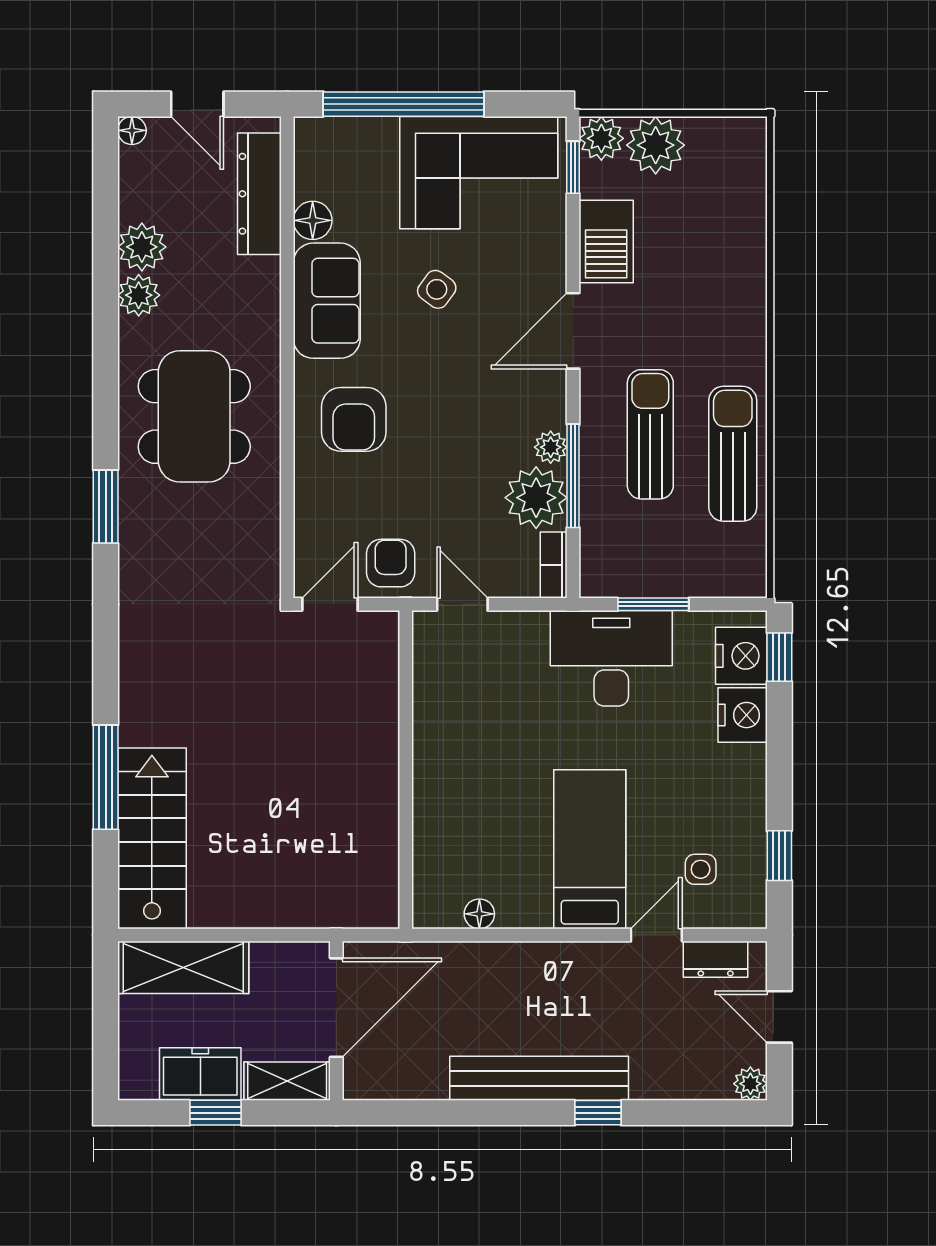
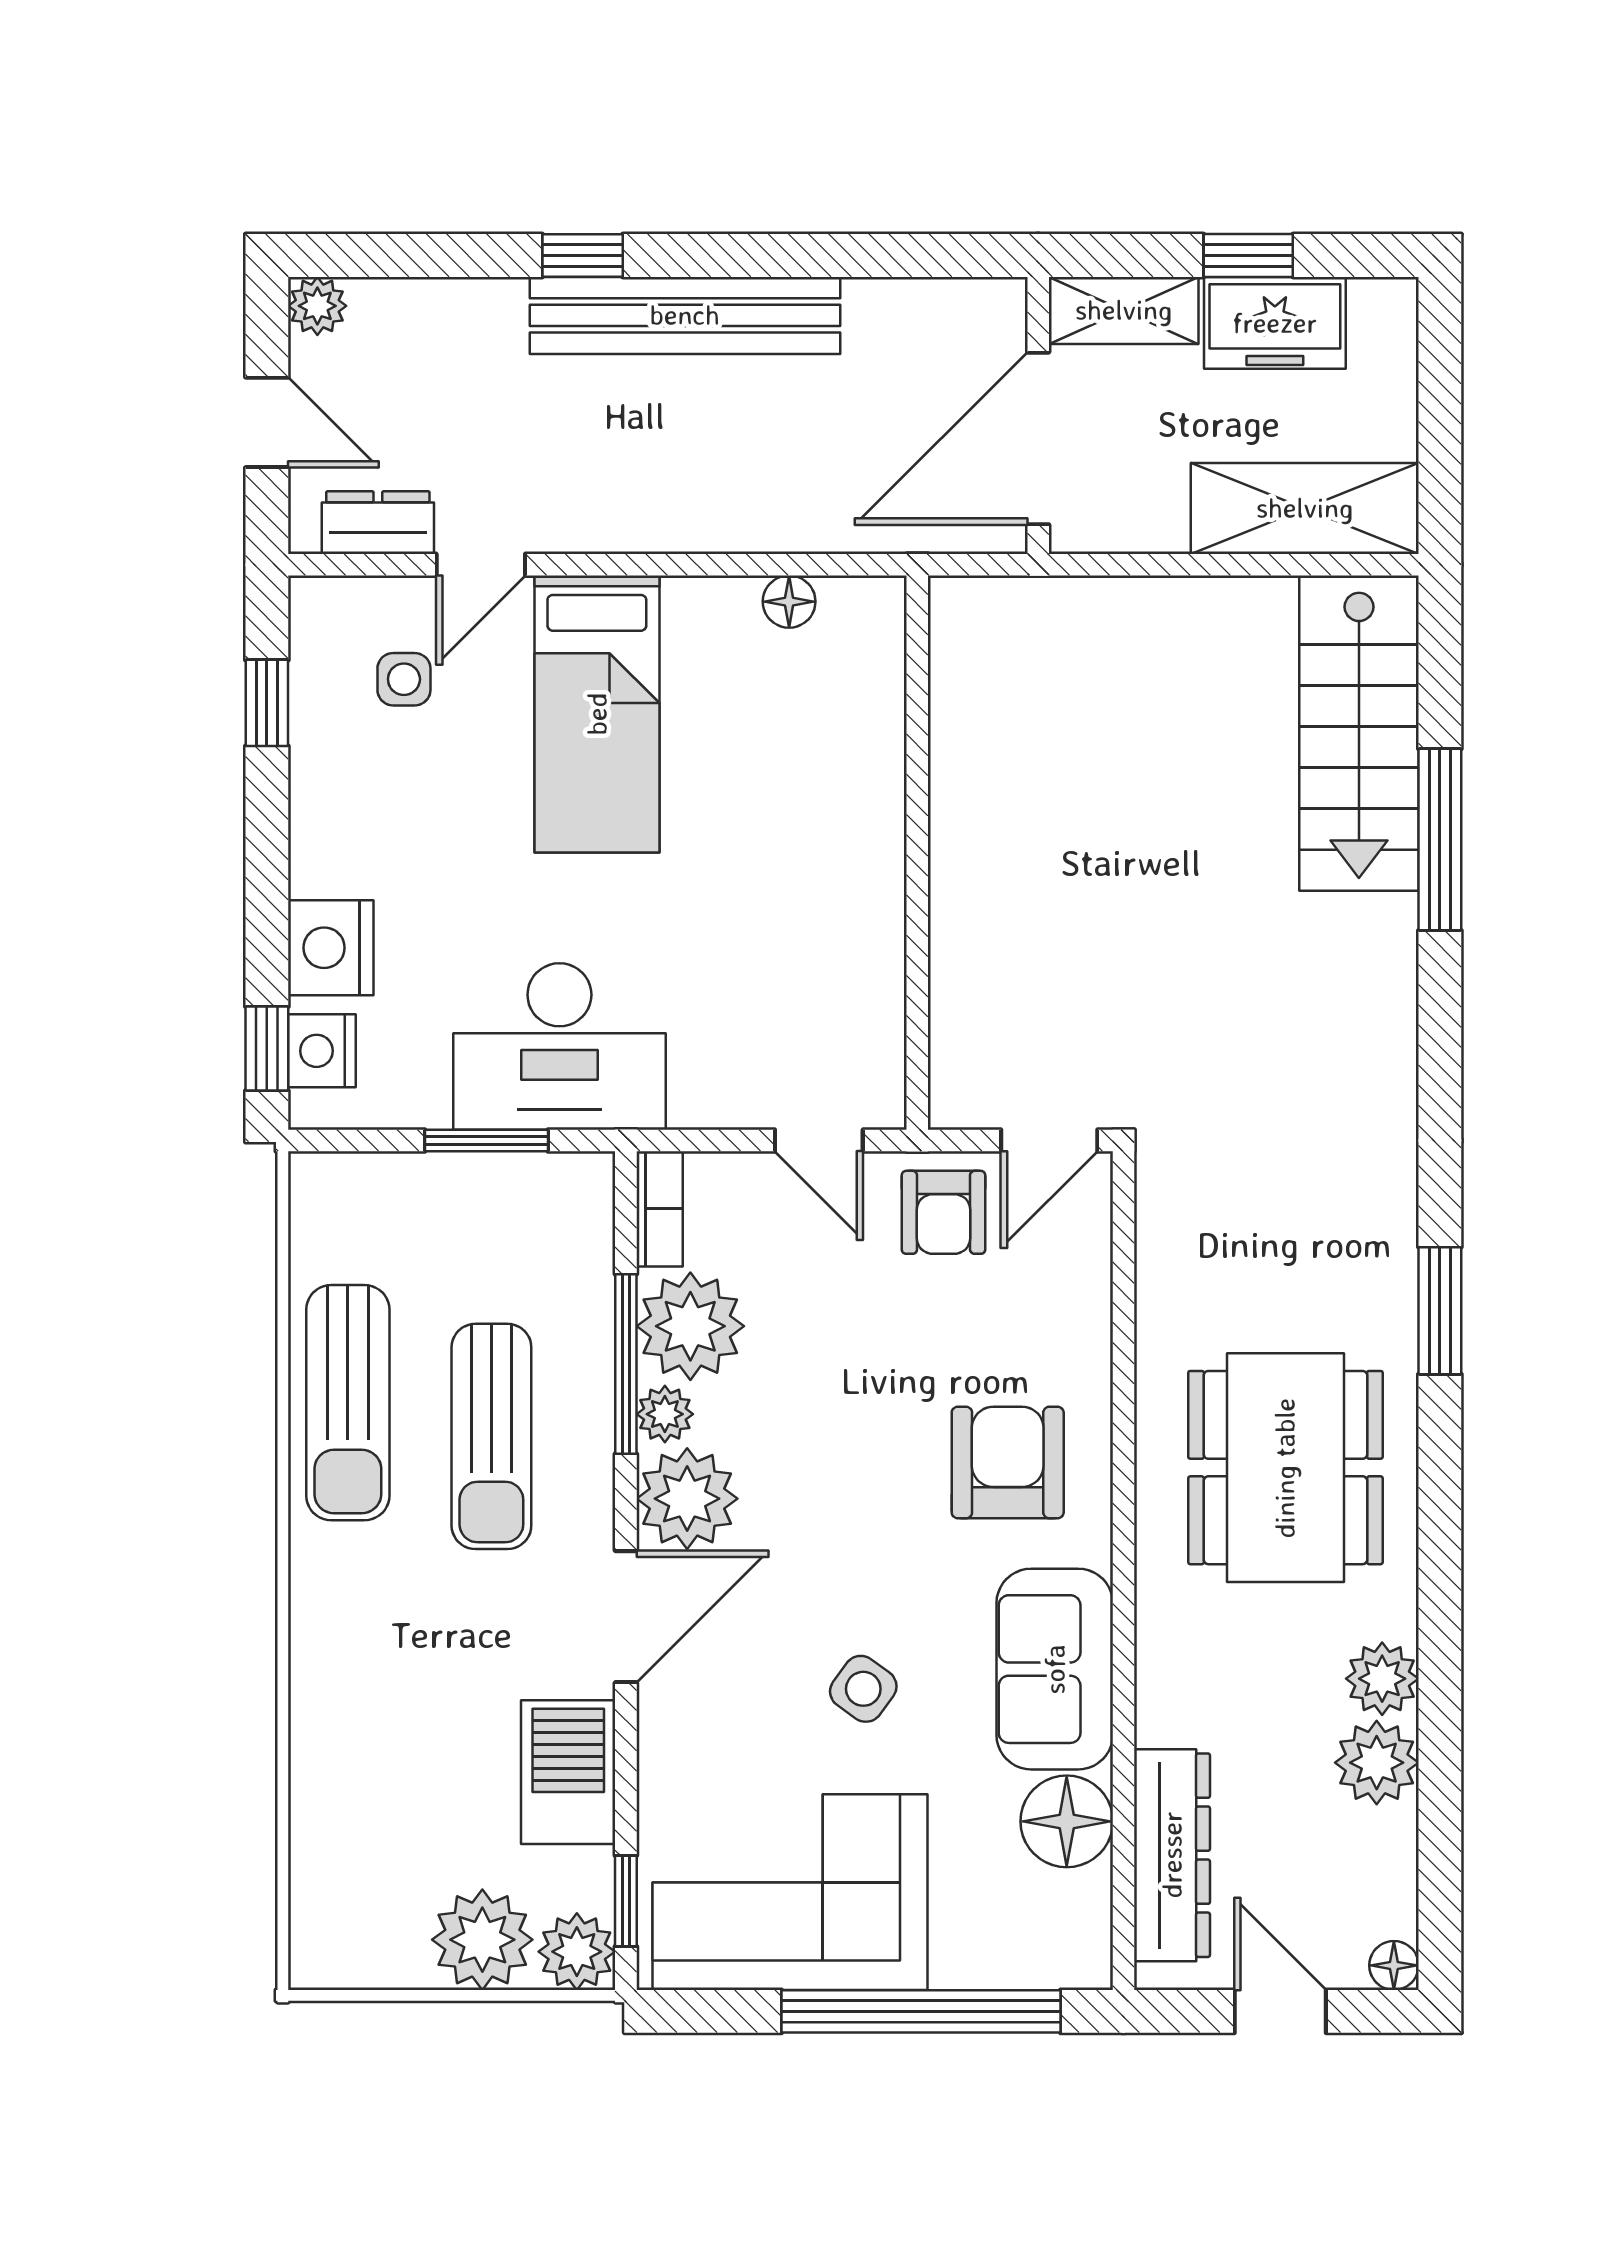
floor lamp: (313, 220) -> (1067, 1821), width x1.38, depth x1.38
plant: (538, 399) -> (687, 1499), added
nightstand: (741, 656) -> (322, 1051), width x0.74, depth x0.75

